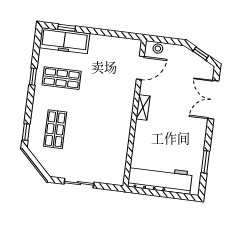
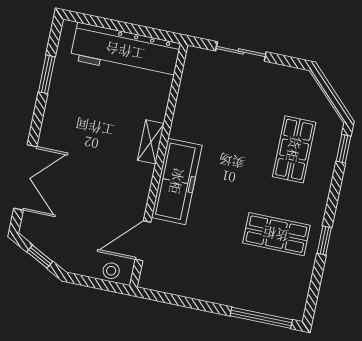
window: (67, 28) -> (261, 318), width x2.17
freezer: (65, 41) -> (177, 181), moved, turned 90
shelving: (143, 107) -> (151, 142), moved
sliding door: (79, 183) -> (241, 51), moved

